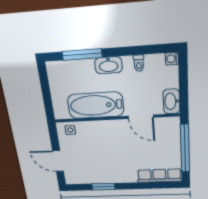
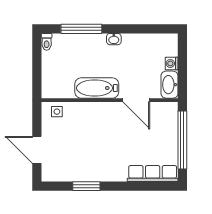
washing machine: (172, 59) -> (172, 63), moved
toilet: (139, 63) -> (47, 42), moved
washbasin: (109, 65) -> (114, 39), width x0.52, depth x0.69
bathtub: (96, 105) -> (97, 88), width x0.73, depth x0.73

